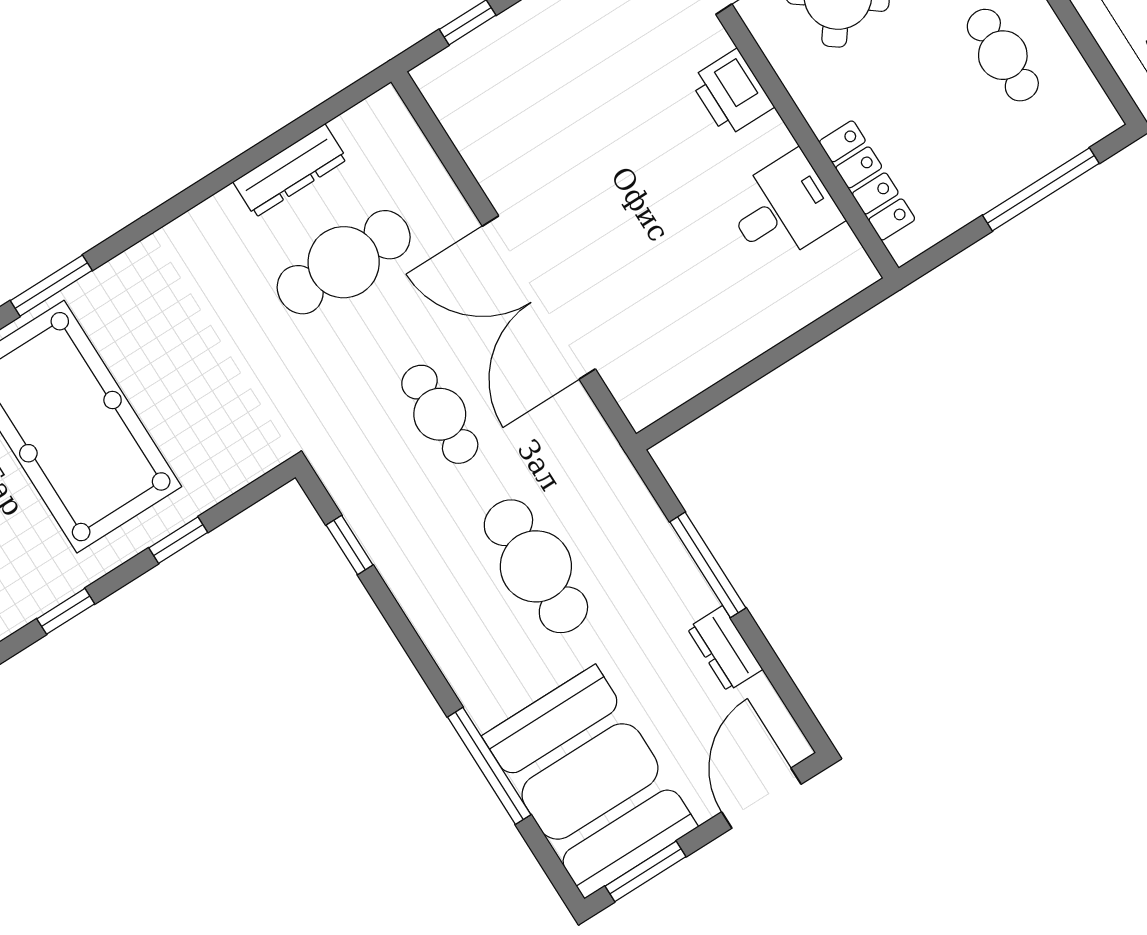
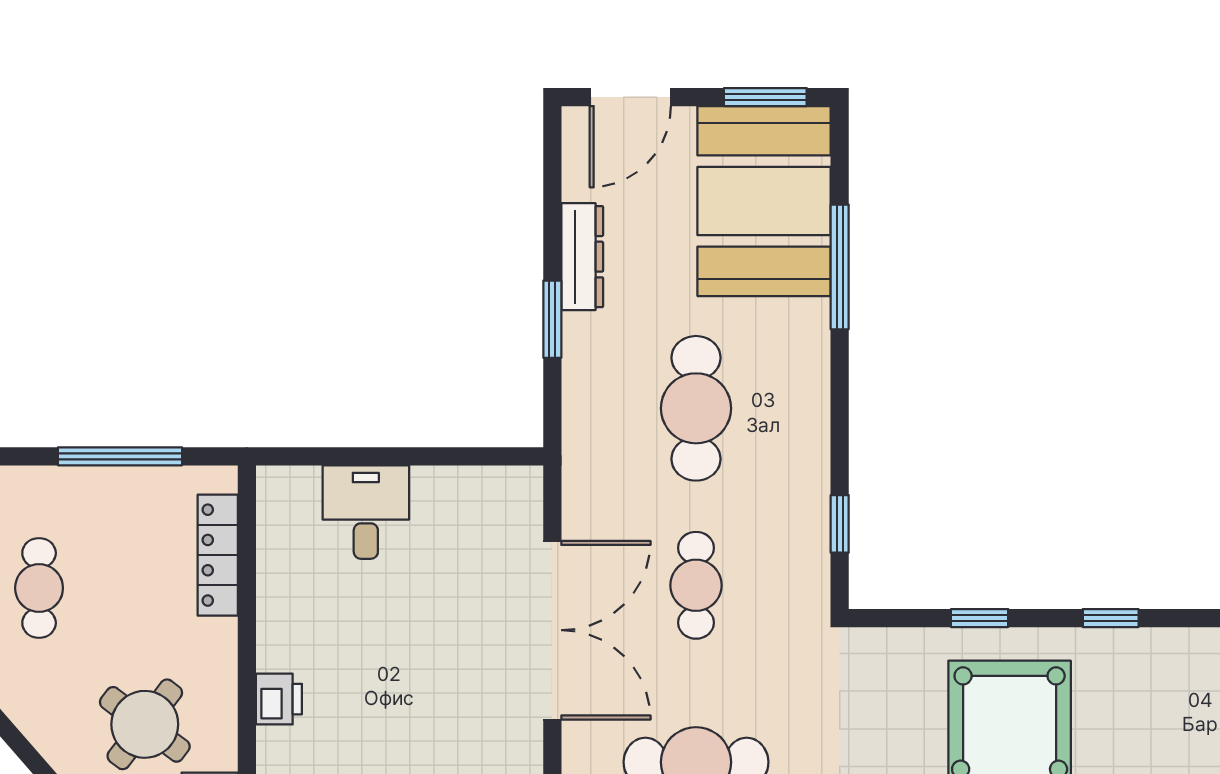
printer: (732, 93) -> (279, 699), width x0.73, depth x0.81
window: (1041, 189) -> (120, 456), moved
desk: (783, 208) -> (366, 512), moved, turned 90
window: (708, 565) -> (552, 319), width x0.69
dresser: (725, 649) -> (582, 257), width x1.44

